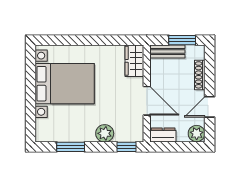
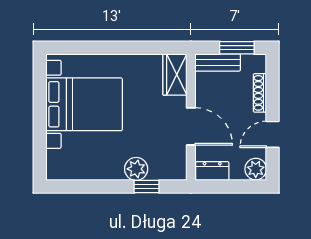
window: (71, 147) -> (92, 187), removed
window: (127, 147) -> (147, 187), moved

